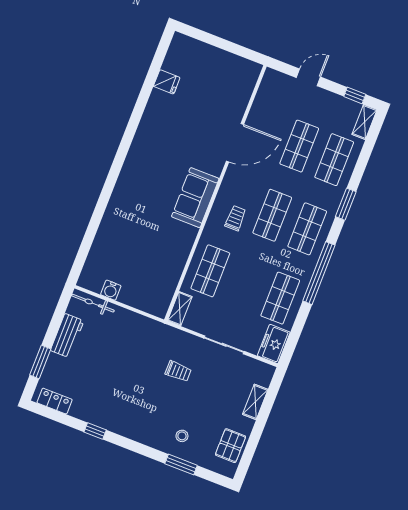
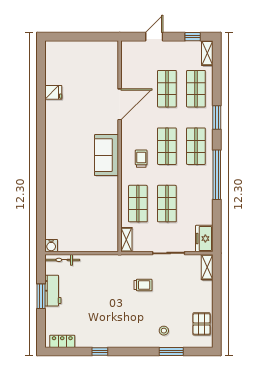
fridge: (167, 82) -> (53, 92), moved
water cooler: (111, 290) -> (51, 246), moved
shop shelf: (280, 298) -> (167, 204), moved
window: (40, 362) -> (41, 296), moved
shelving: (255, 402) -> (207, 267), moved

